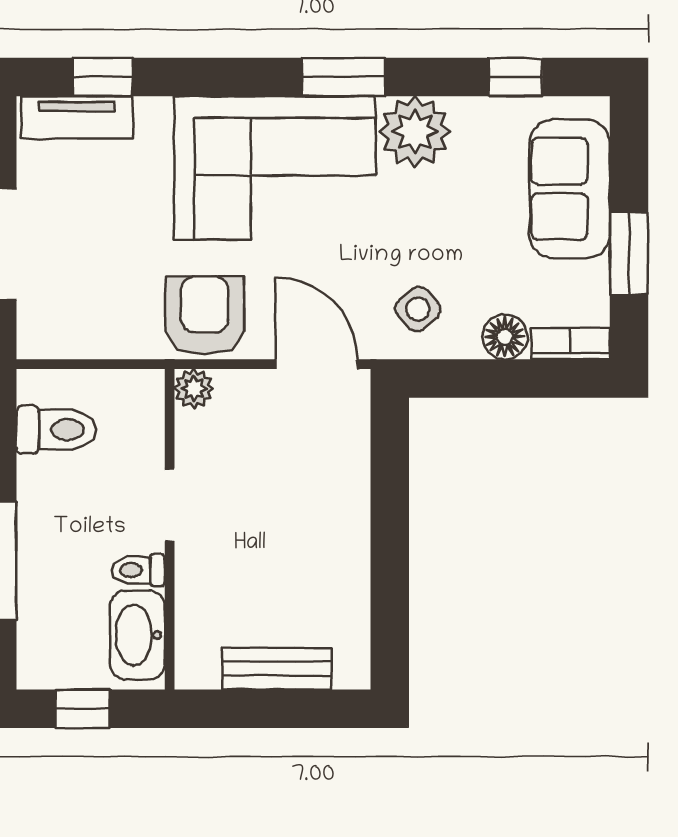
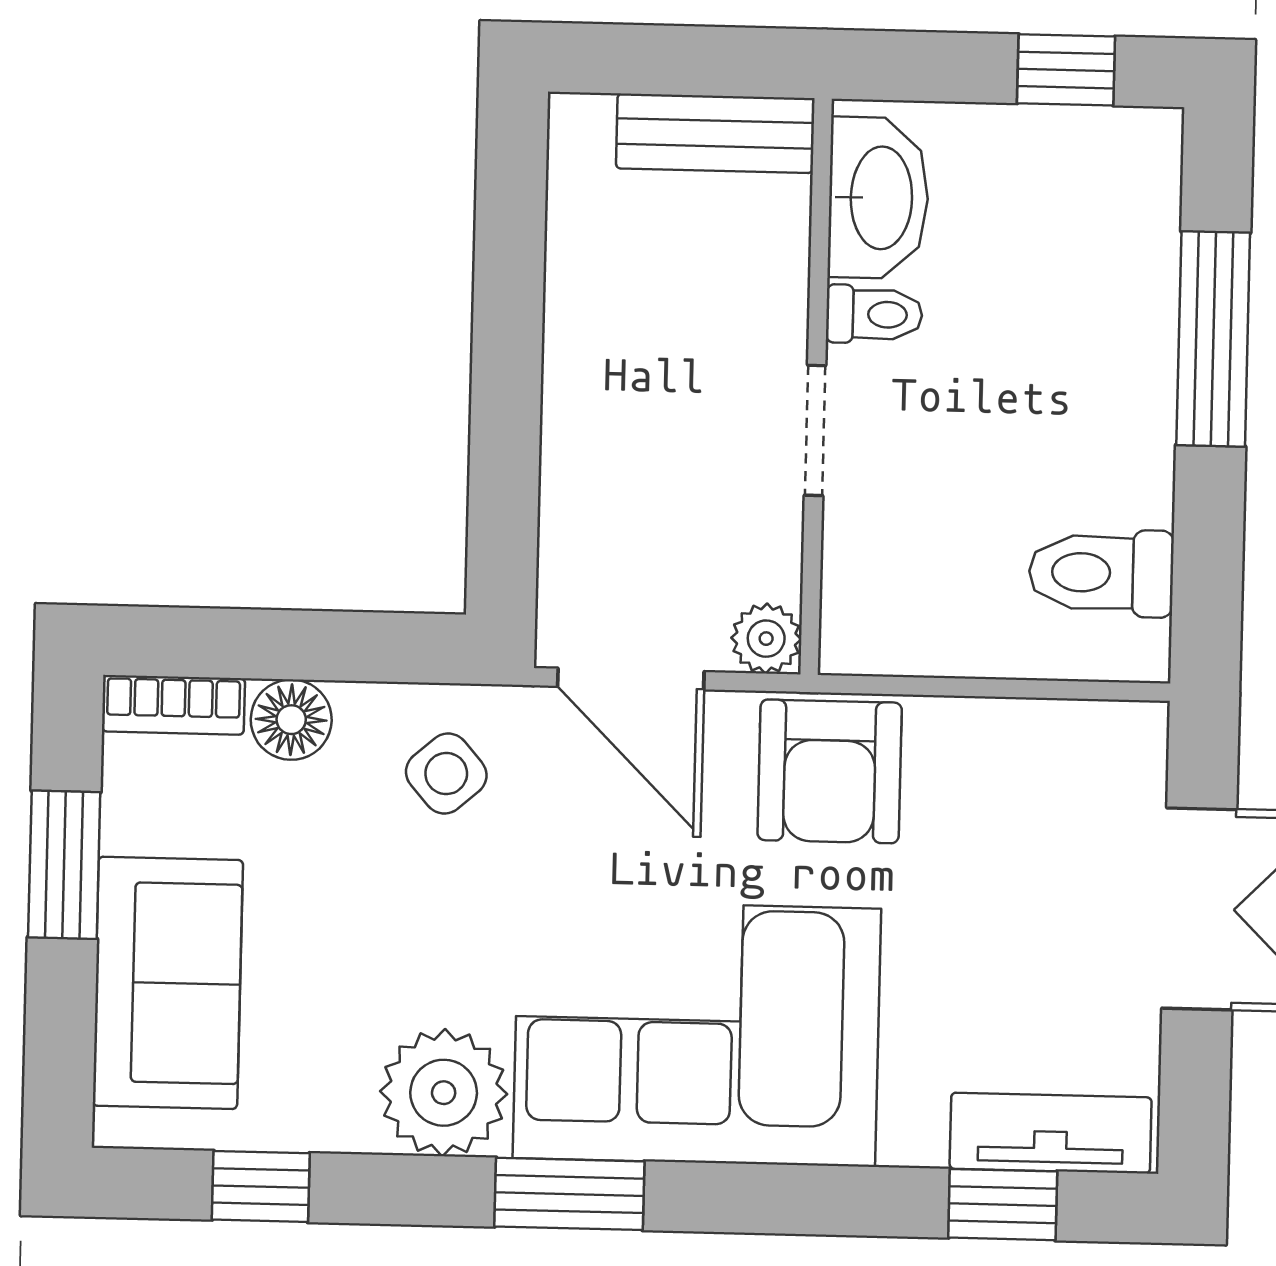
plant: (194, 388) -> (766, 639), moved
doorway: (170, 505) -> (815, 430), moved
wall: (170, 529) -> (816, 387), moved
toilet: (138, 570) -> (874, 314), moved
washbasin: (137, 635) -> (878, 198), moved

